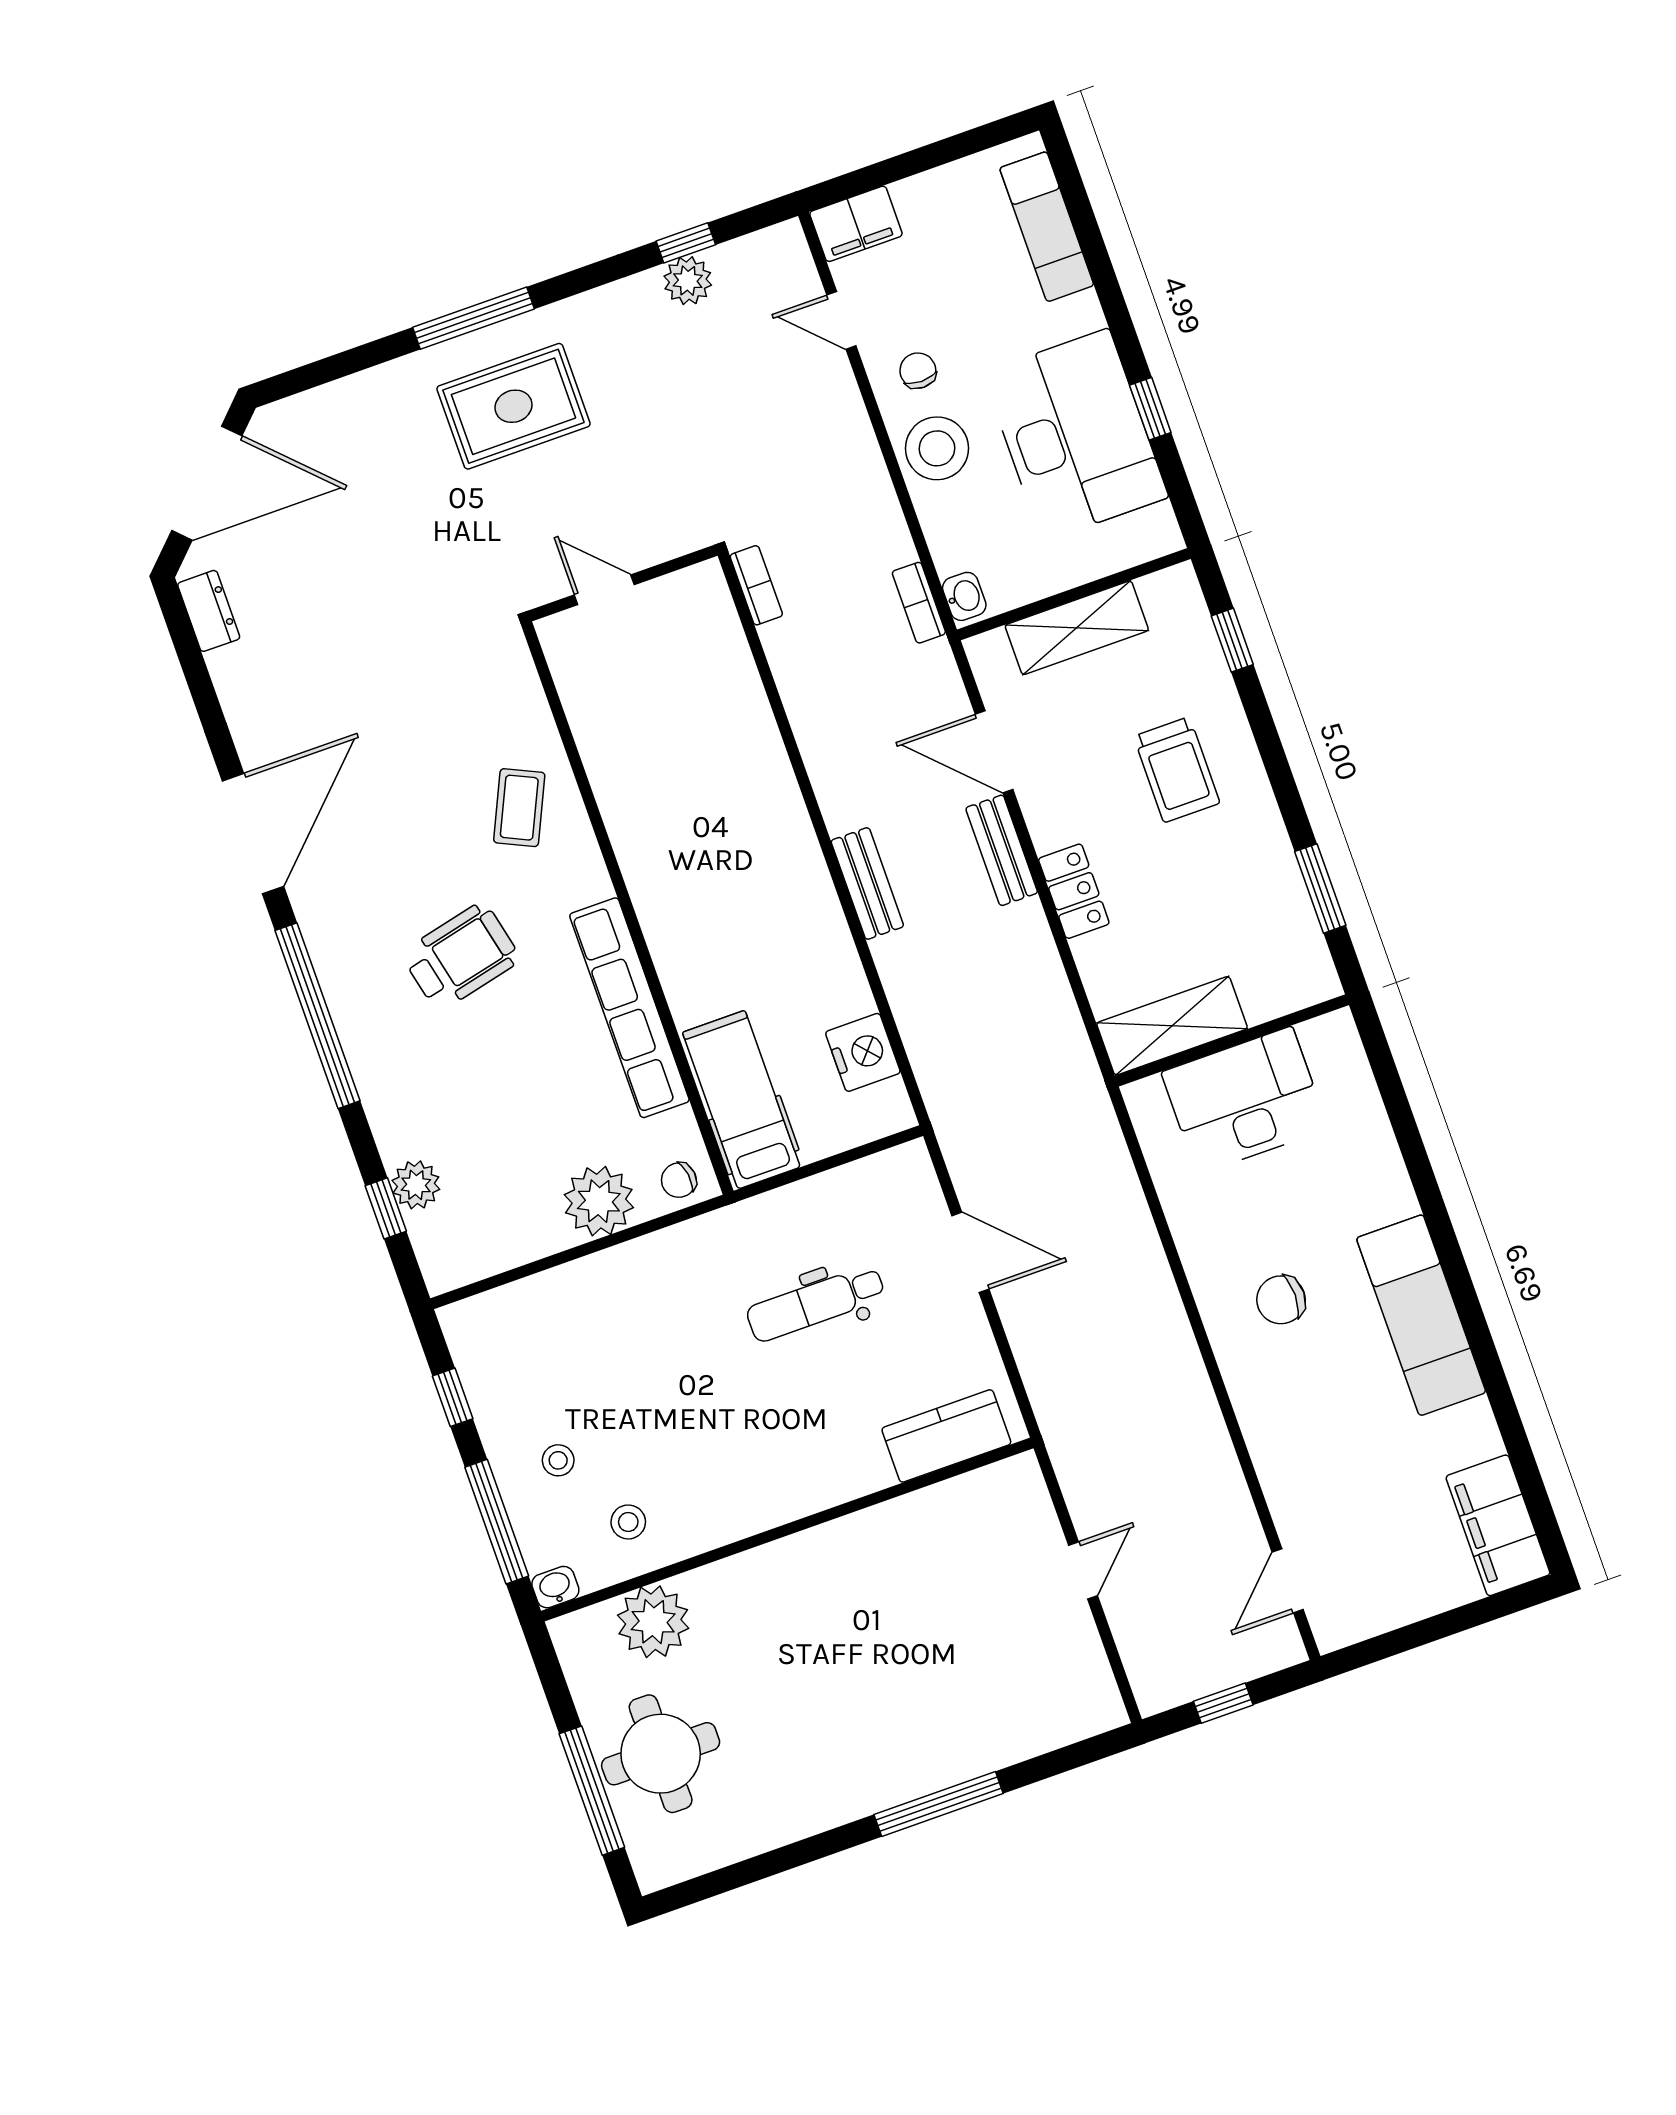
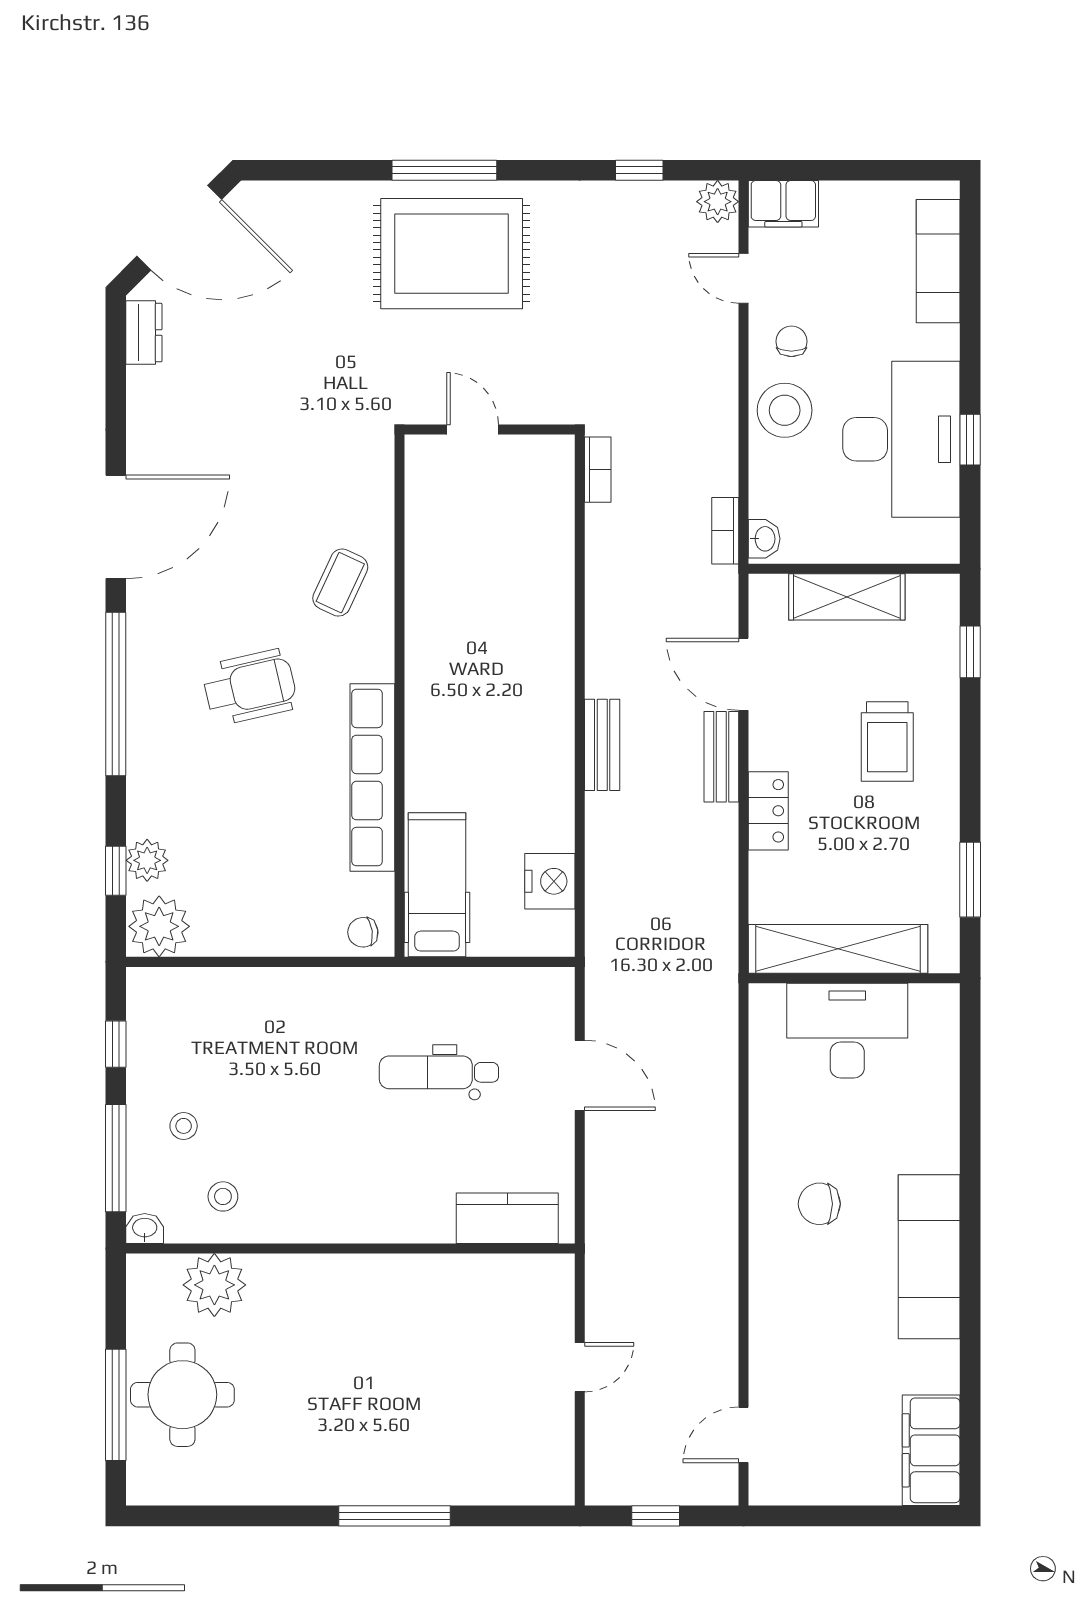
plant: (688, 281) -> (718, 202), moved
rug: (514, 406) -> (452, 254), width x1.37, depth x1.44
shelving: (1172, 1026) -> (838, 949), width x1.47
plant: (599, 1201) -> (159, 926), moved

